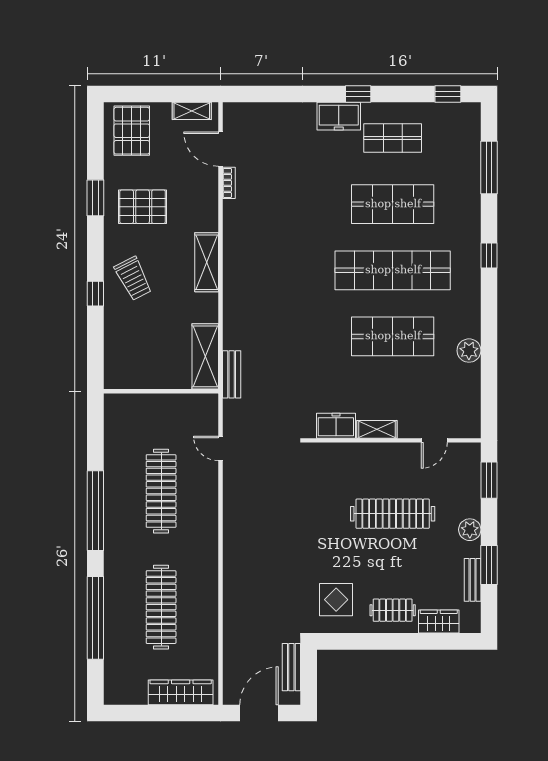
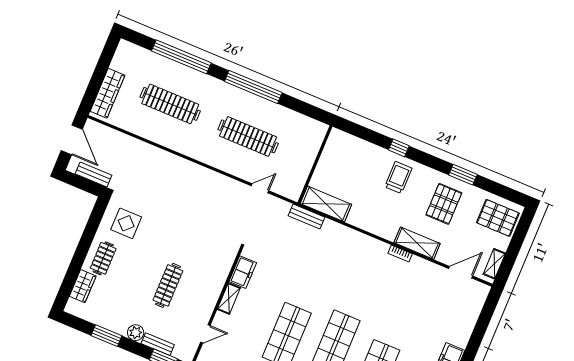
bookcase: (229, 183) -> (400, 253), moved
shelving: (207, 262) -> (417, 243), moved
trolley: (133, 278) -> (398, 177), turned 117
door: (434, 440) -> (205, 334), swing flipped
clothes rail: (393, 514) -> (168, 285), width x0.73, depth x0.76
bench: (473, 580) -> (158, 344), moved

